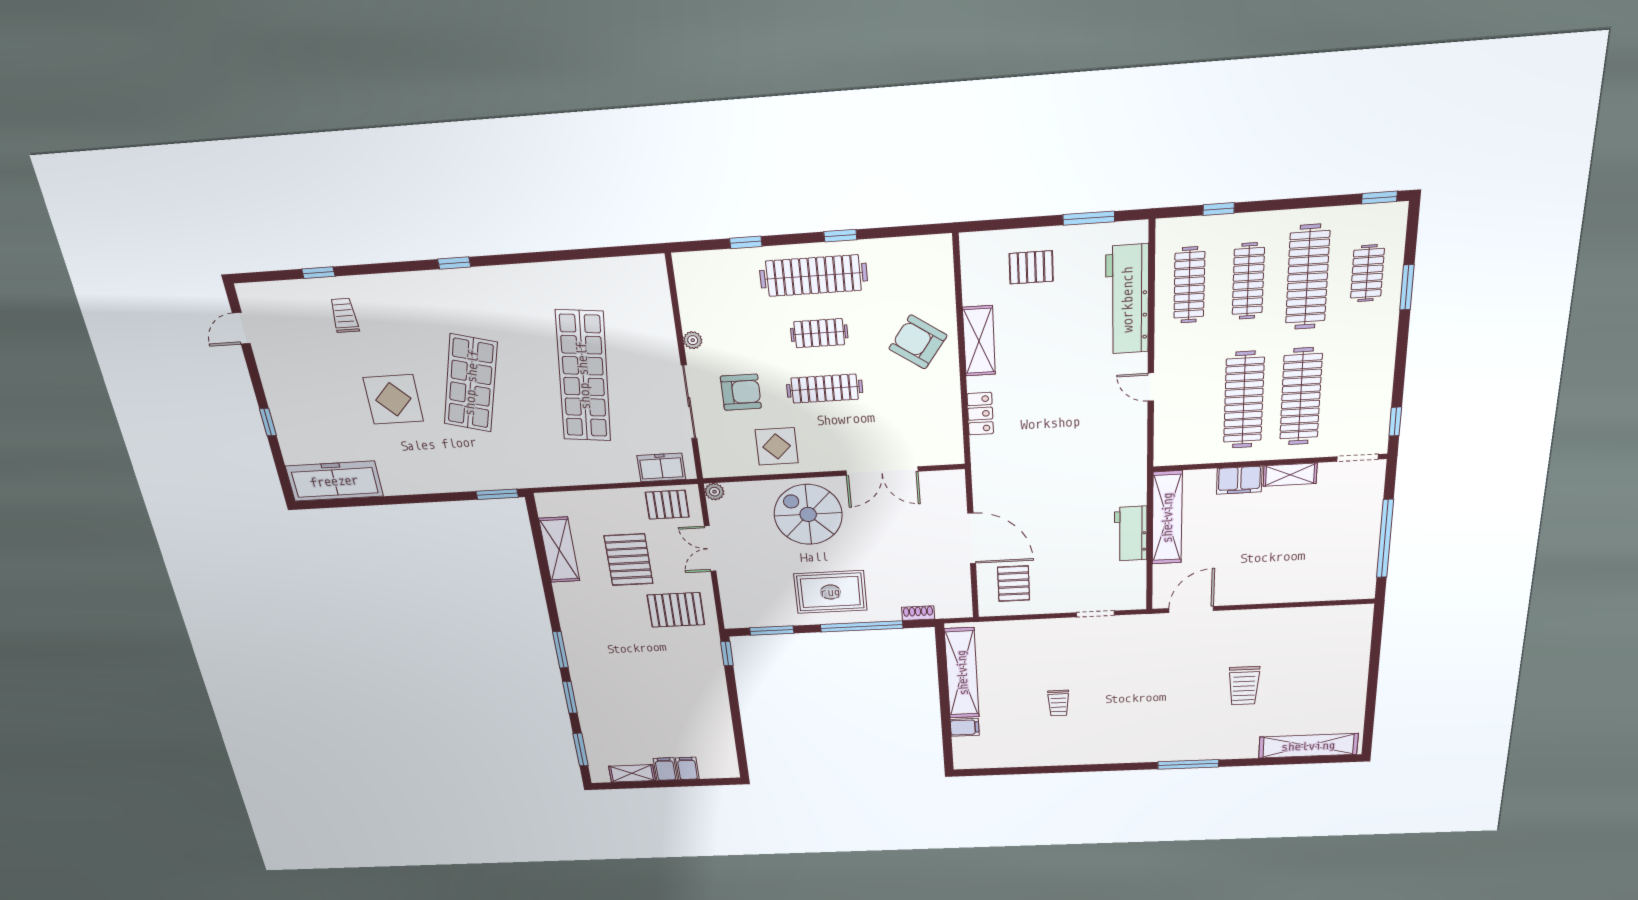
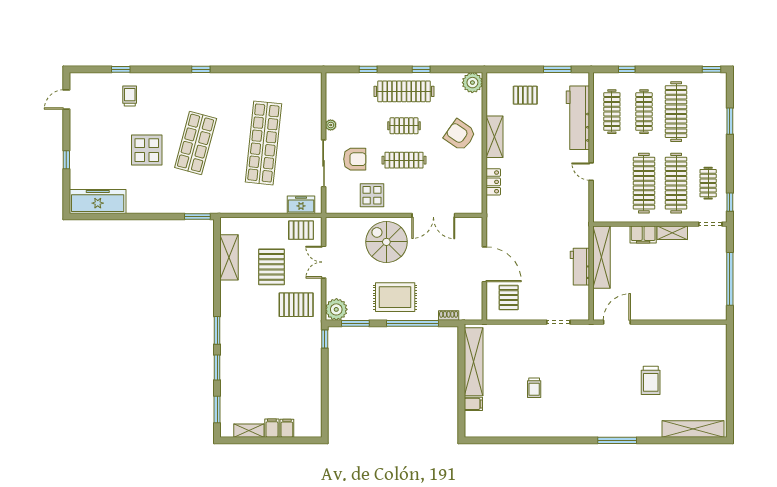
plant: (935, 252) -> (472, 83), added
clothes rail: (1367, 273) -> (708, 183), moved
plant: (714, 492) -> (336, 309), moved, width x1.87, depth x1.87

